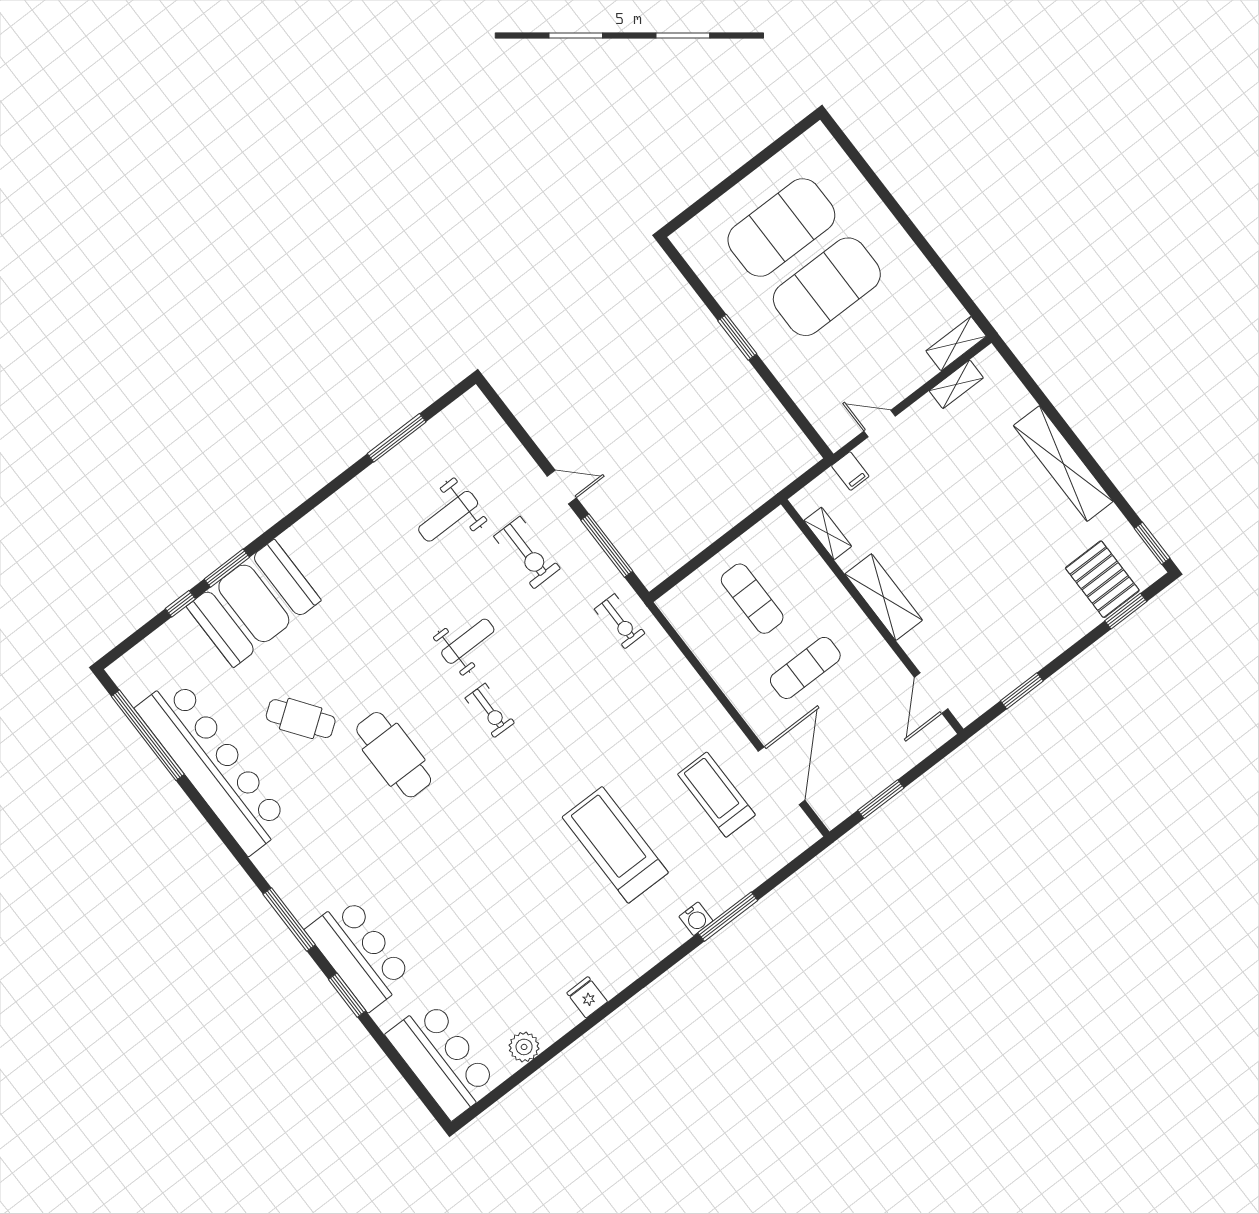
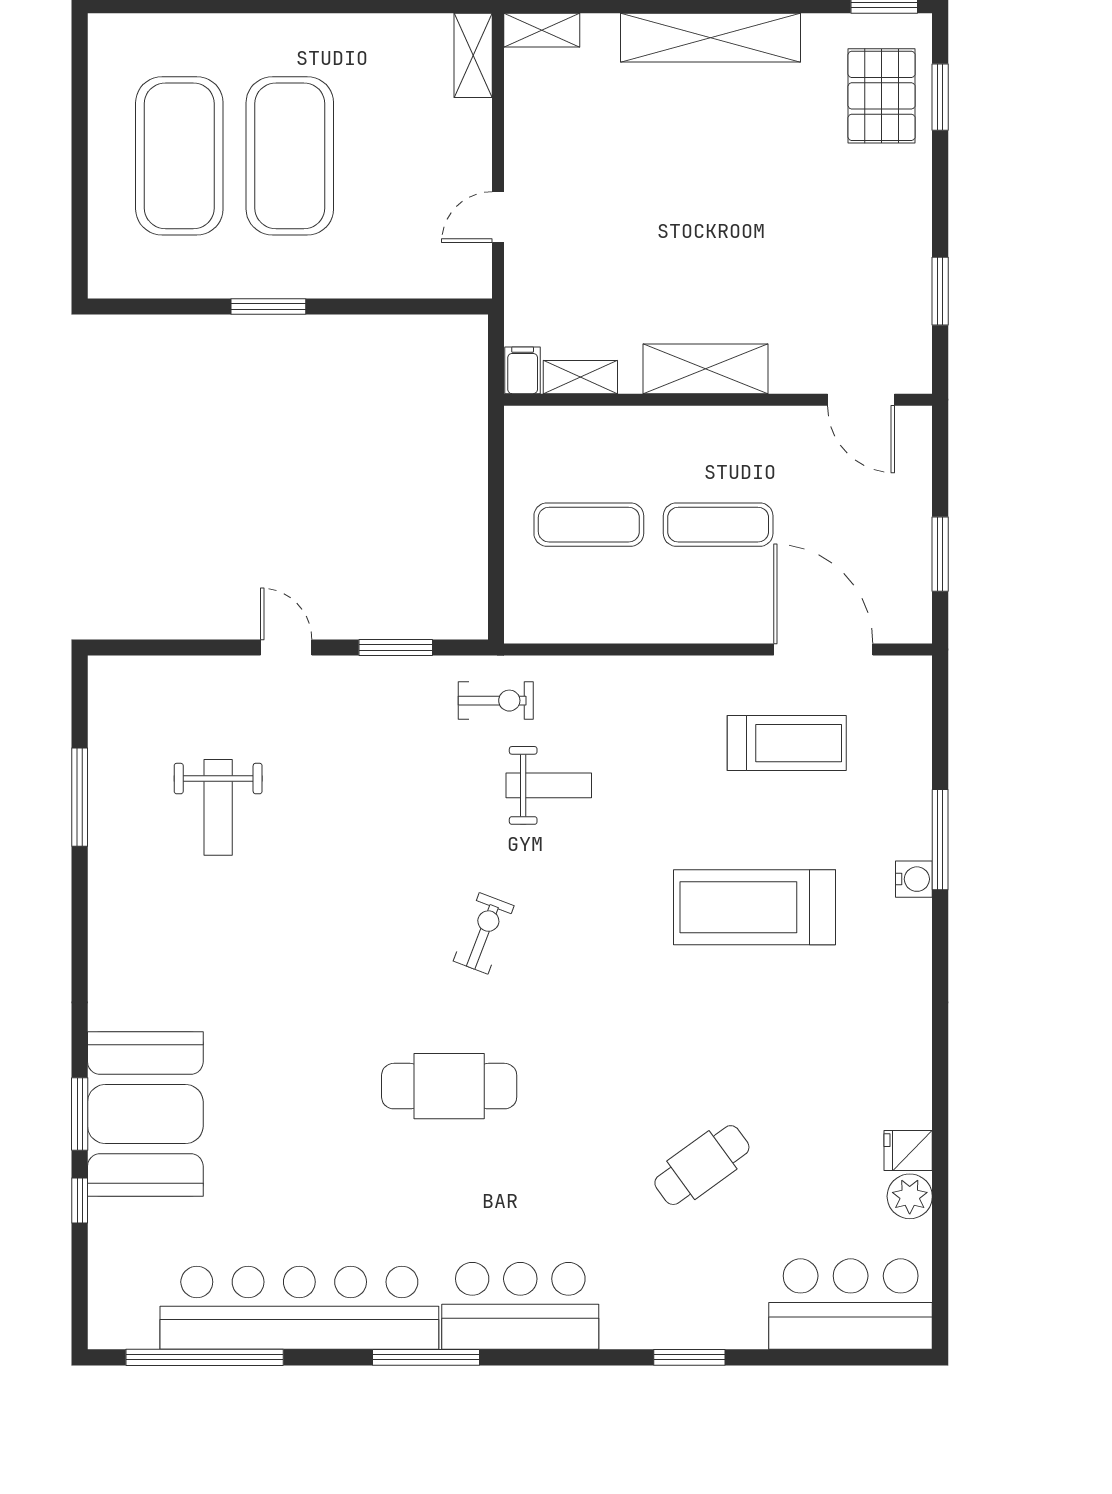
shelving: (956, 384) -> (542, 30), moved, turned 90
filing cabinet: (850, 471) -> (523, 370), moved, turned -90
door: (562, 487) -> (286, 648), hinge flipped
window: (607, 546) -> (396, 648), width x0.69
exercise bike: (527, 552) -> (332, 747), removed
pallet: (1102, 579) -> (882, 96), turned 90
weight bench: (468, 641) -> (549, 785), moved, turned 90
exercise mat: (805, 668) -> (718, 525), turned 90
exercise bike: (490, 710) -> (484, 933), turned -70
cafe table: (301, 719) -> (702, 1165), moved
treadmill: (716, 795) -> (787, 743), turned 180
window: (289, 919) -> (426, 1357), moved
bar counter: (359, 954) -> (520, 1306), moved
fridge: (587, 997) -> (908, 1151), moved

